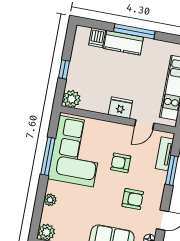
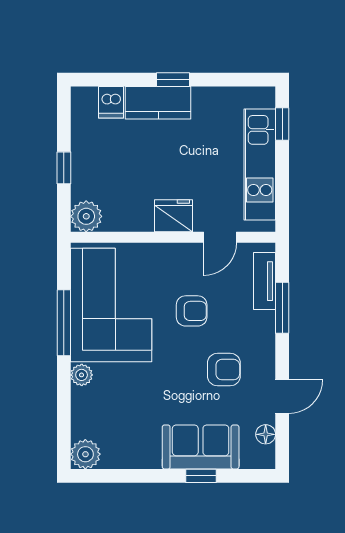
window: (134, 31) -> (173, 80), width x0.46
armchair: (121, 163) -> (192, 311), turned 180
plant: (50, 200) -> (82, 375), moved

